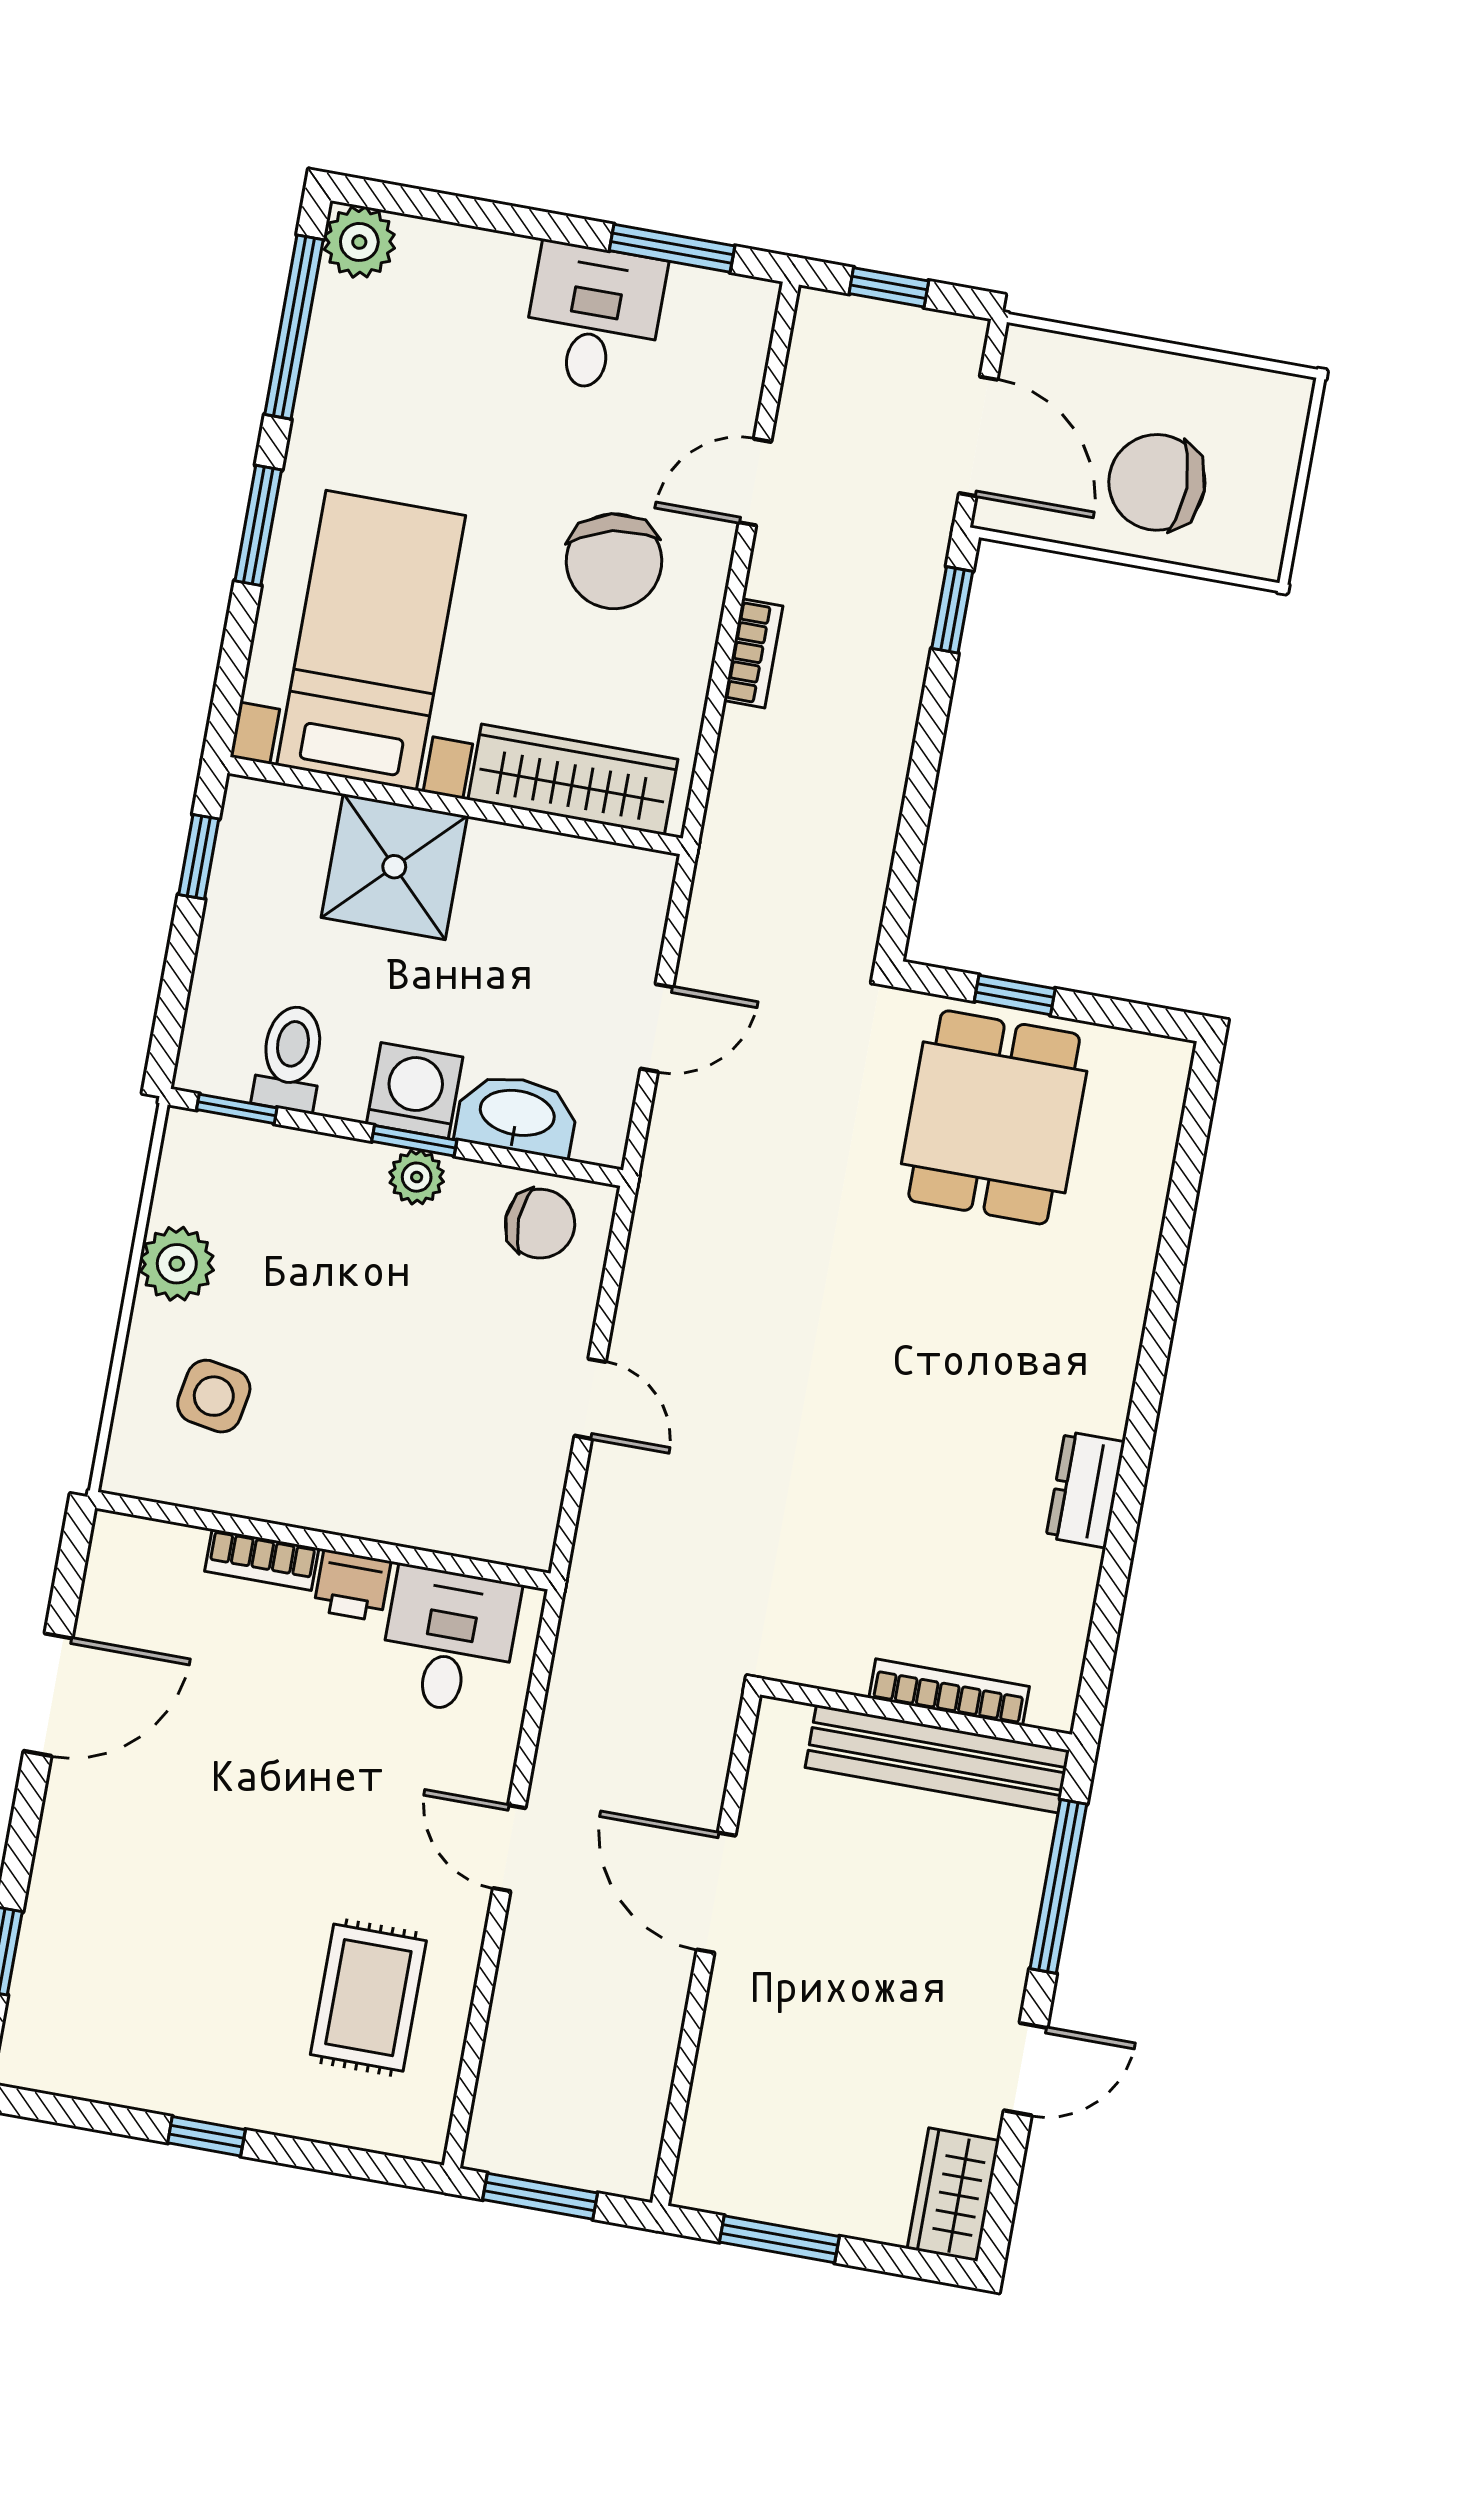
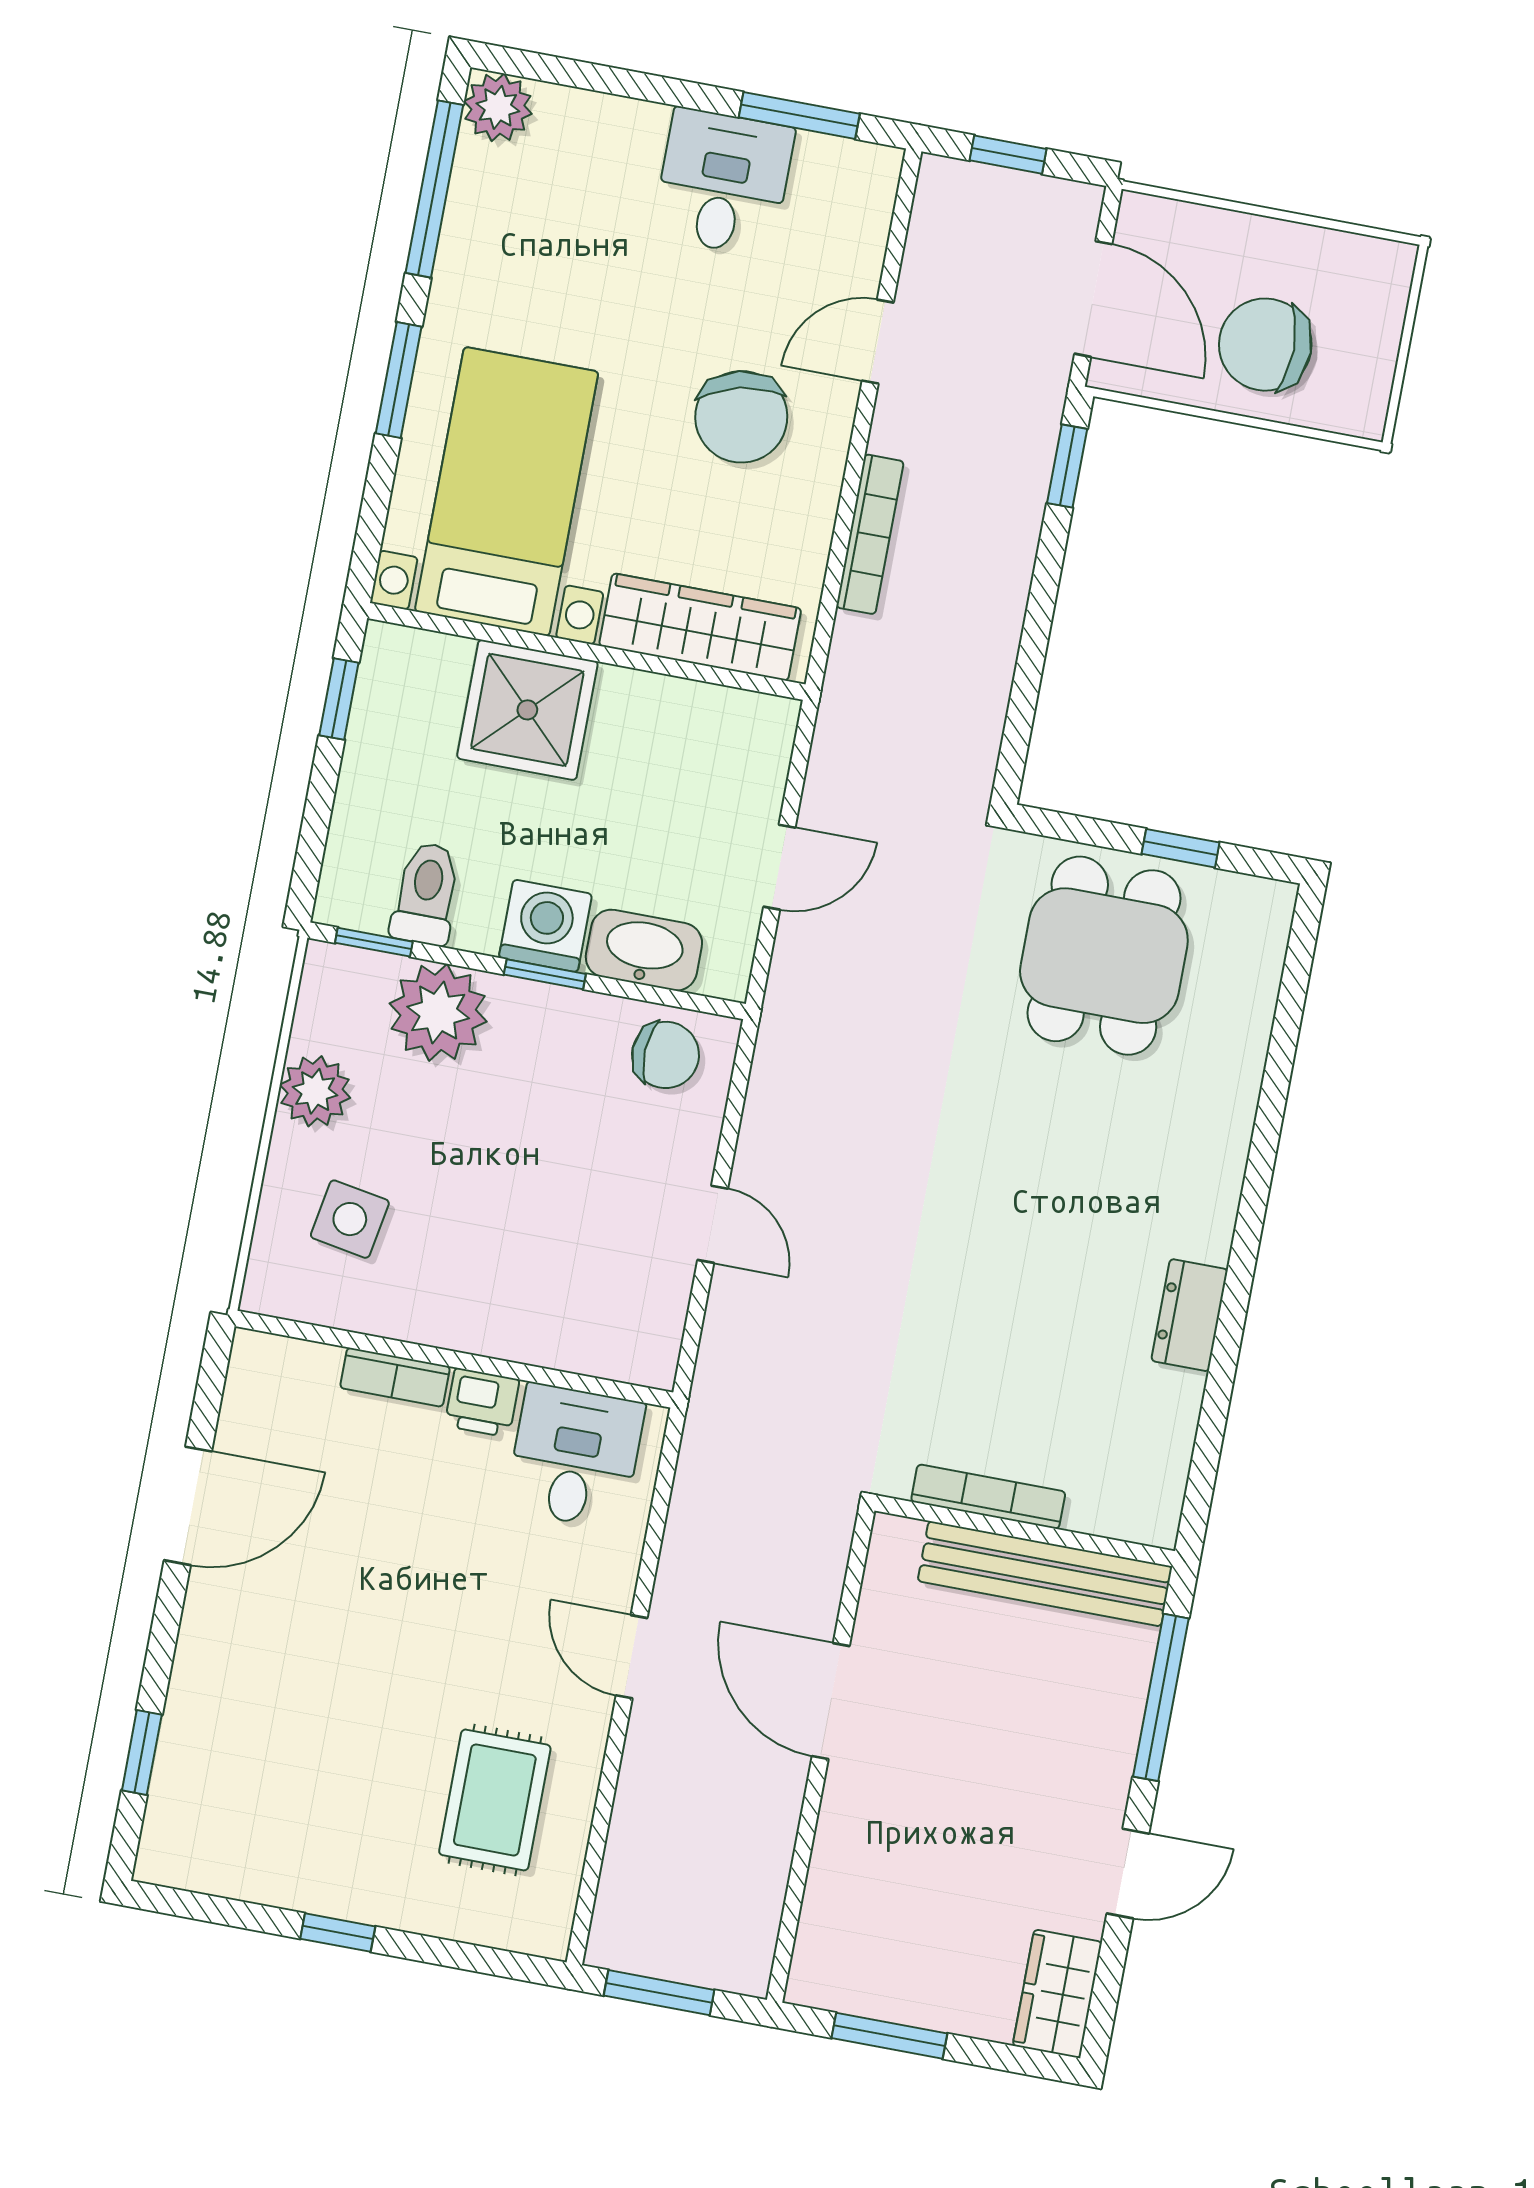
bookcase: (753, 653) -> (870, 534), width x1.56
window: (1015, 995) -> (1181, 848), moved
plant: (417, 1177) -> (438, 1012), moved, width x1.88, depth x1.88
bookcase: (949, 1692) -> (988, 1497), moved

